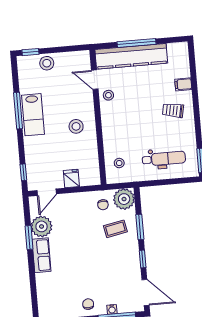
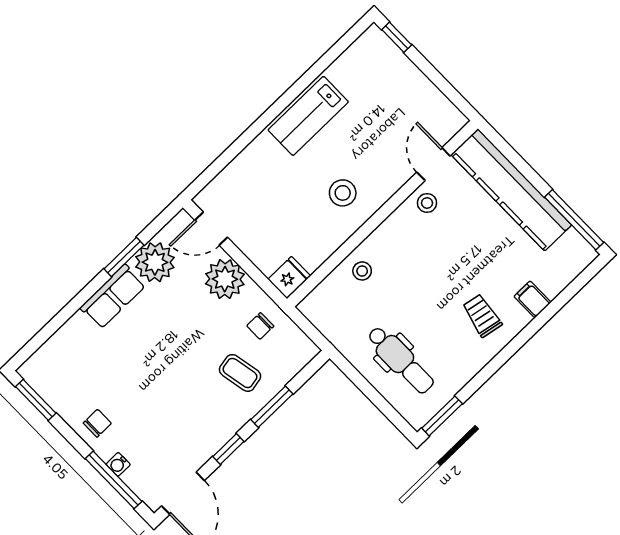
window: (137, 43) -> (574, 220), moved
stool: (47, 63) -> (400, 74), removed
window: (18, 111) -> (296, 89), removed
stool: (119, 163) -> (362, 271), moved
window: (23, 172) -> (213, 171), removed
fridge: (71, 178) -> (289, 278), moved
plant: (124, 199) -> (225, 279), moved

